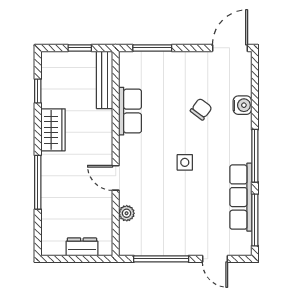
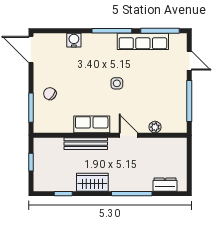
bench: (104, 80) -> (86, 144), moved
chair: (201, 109) -> (50, 94), moved
row of seats: (130, 111) -> (92, 124), moved
door: (116, 178) -> (128, 135), swing flipped
dresser: (82, 247) -> (165, 185), moved, turned 90
door: (215, 259) -> (189, 61), hinge flipped

